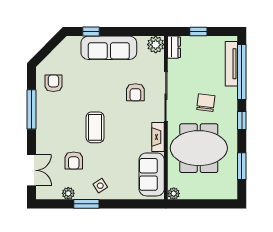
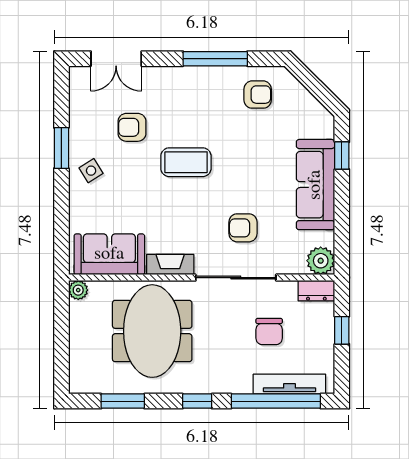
chair: (206, 103) -> (269, 332), moved, turned 83
plant: (68, 193) -> (79, 119), removed

